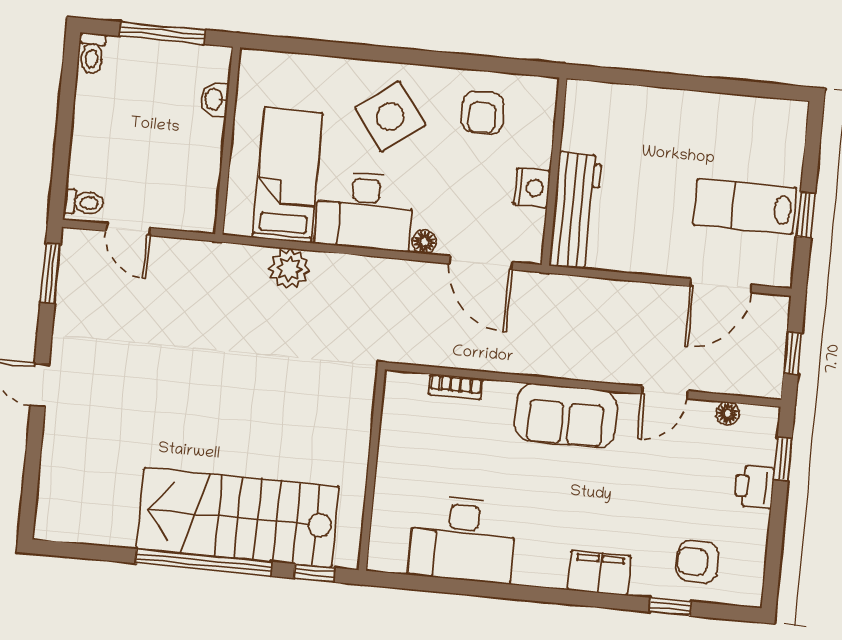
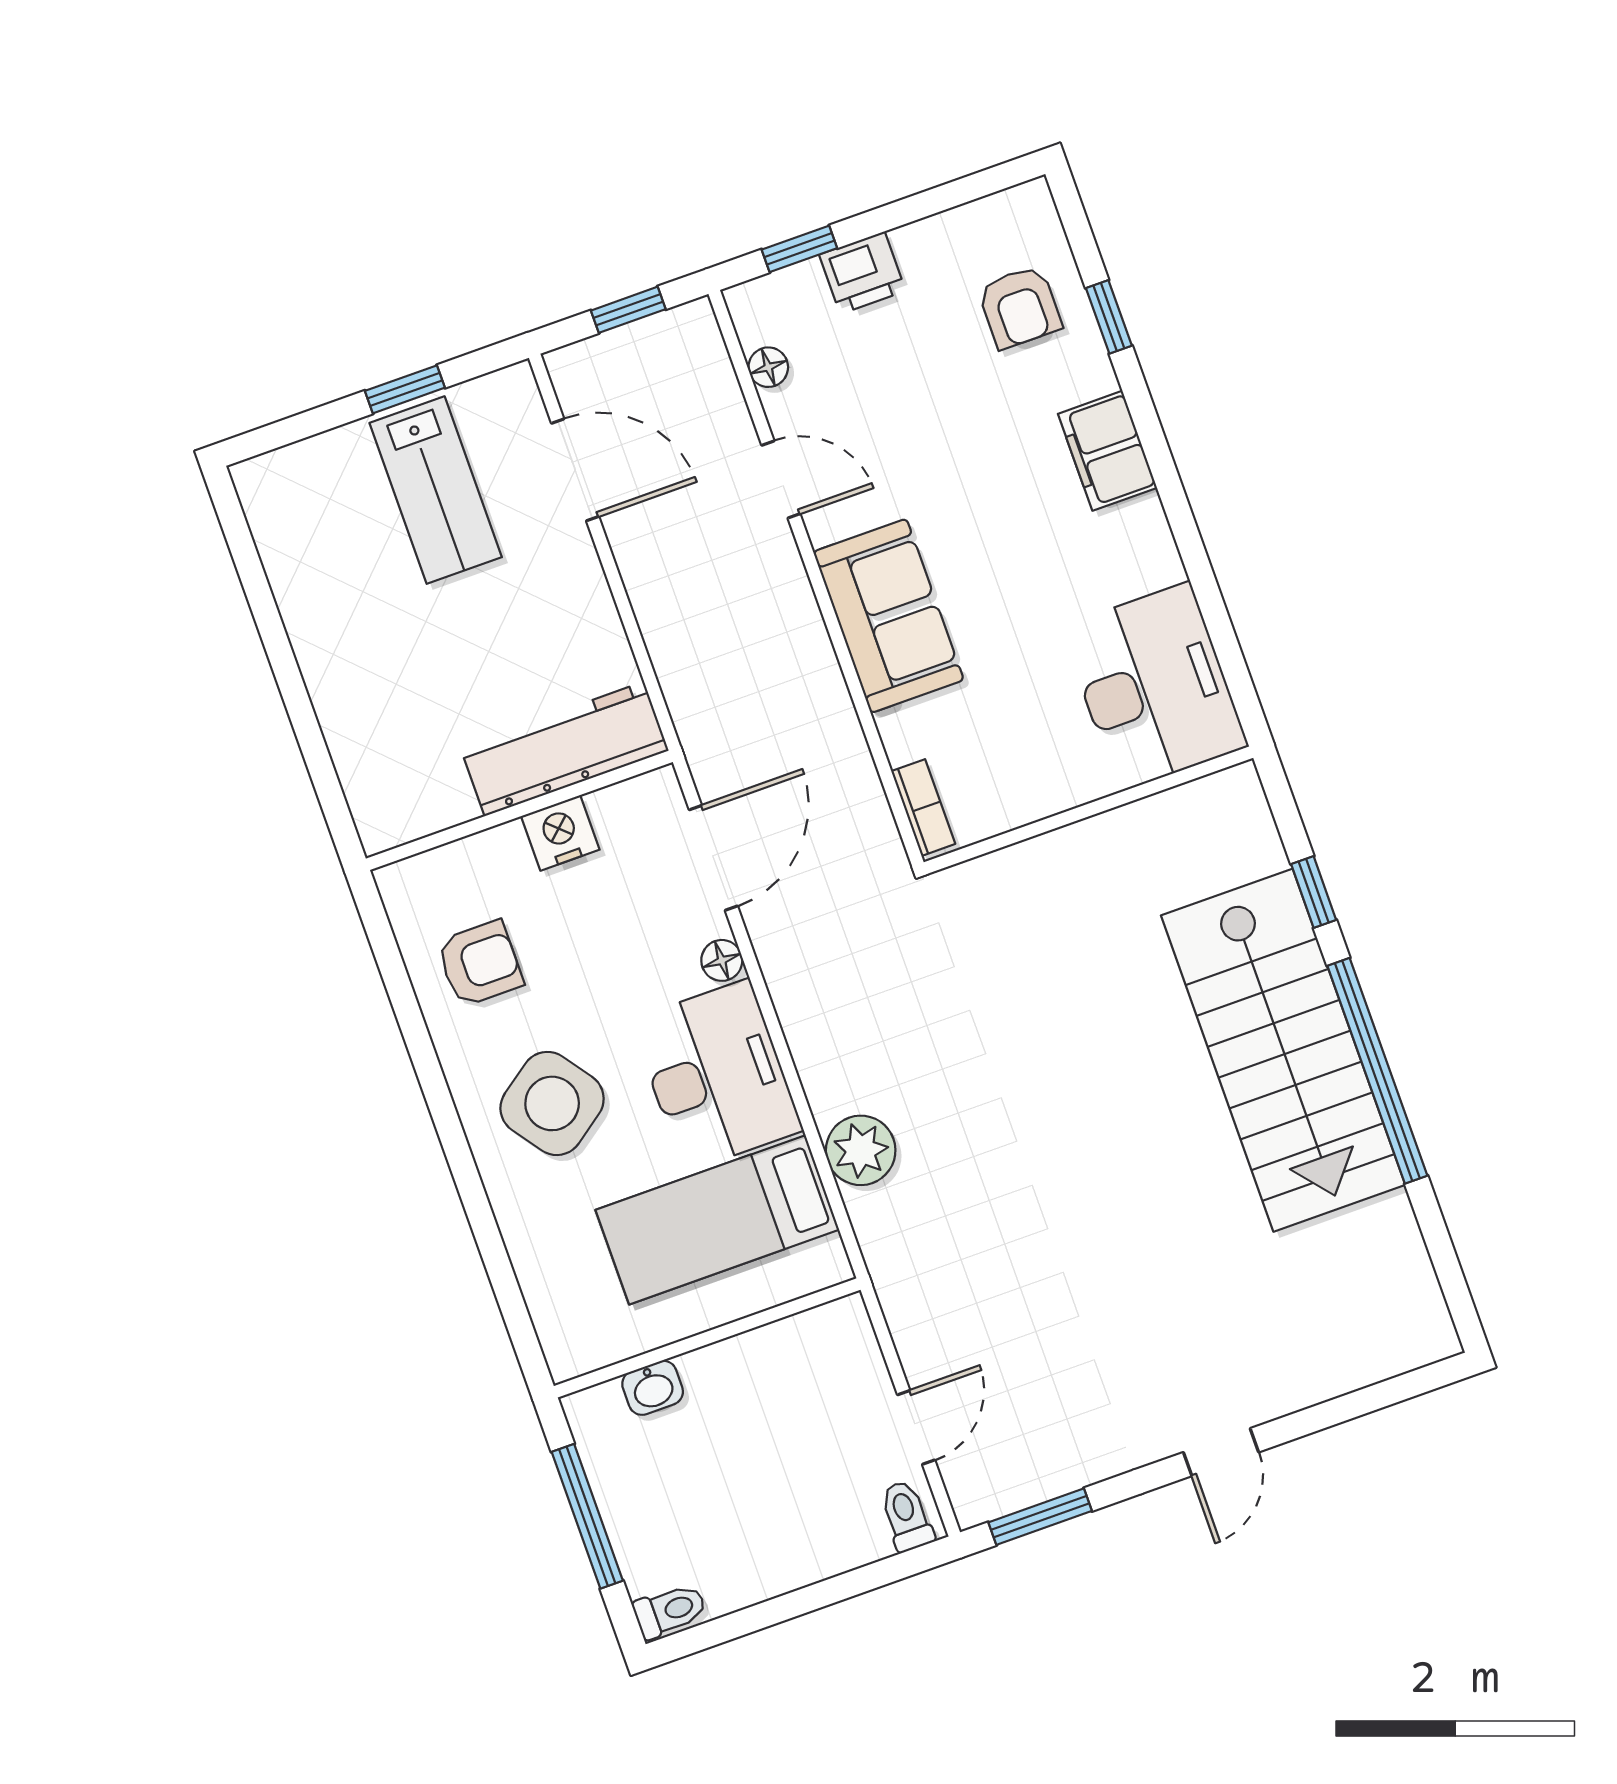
wall: (372, 470) -> (1088, 810), moved

